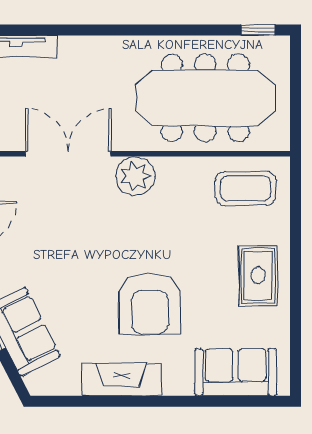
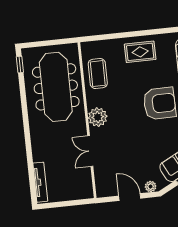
double door: (68, 154) -> (90, 151), width x0.73
coffee table: (246, 189) -> (98, 74), moved

